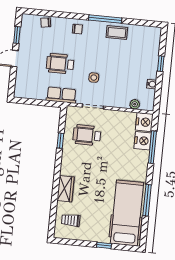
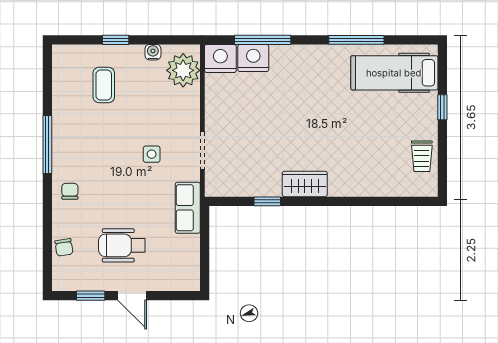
coffee table: (117, 33) -> (104, 85), moved
wheelchair: (60, 64) -> (122, 245), moved, turned 90
plant: (135, 104) -> (183, 70), width x1.88, depth x1.88
wheelchair: (87, 135) -> (253, 156), removed
wardrobe: (66, 189) -> (305, 184), moved
hospital bed: (127, 213) -> (394, 73), width x0.73, depth x0.78
trolley: (71, 220) -> (422, 156), moved

